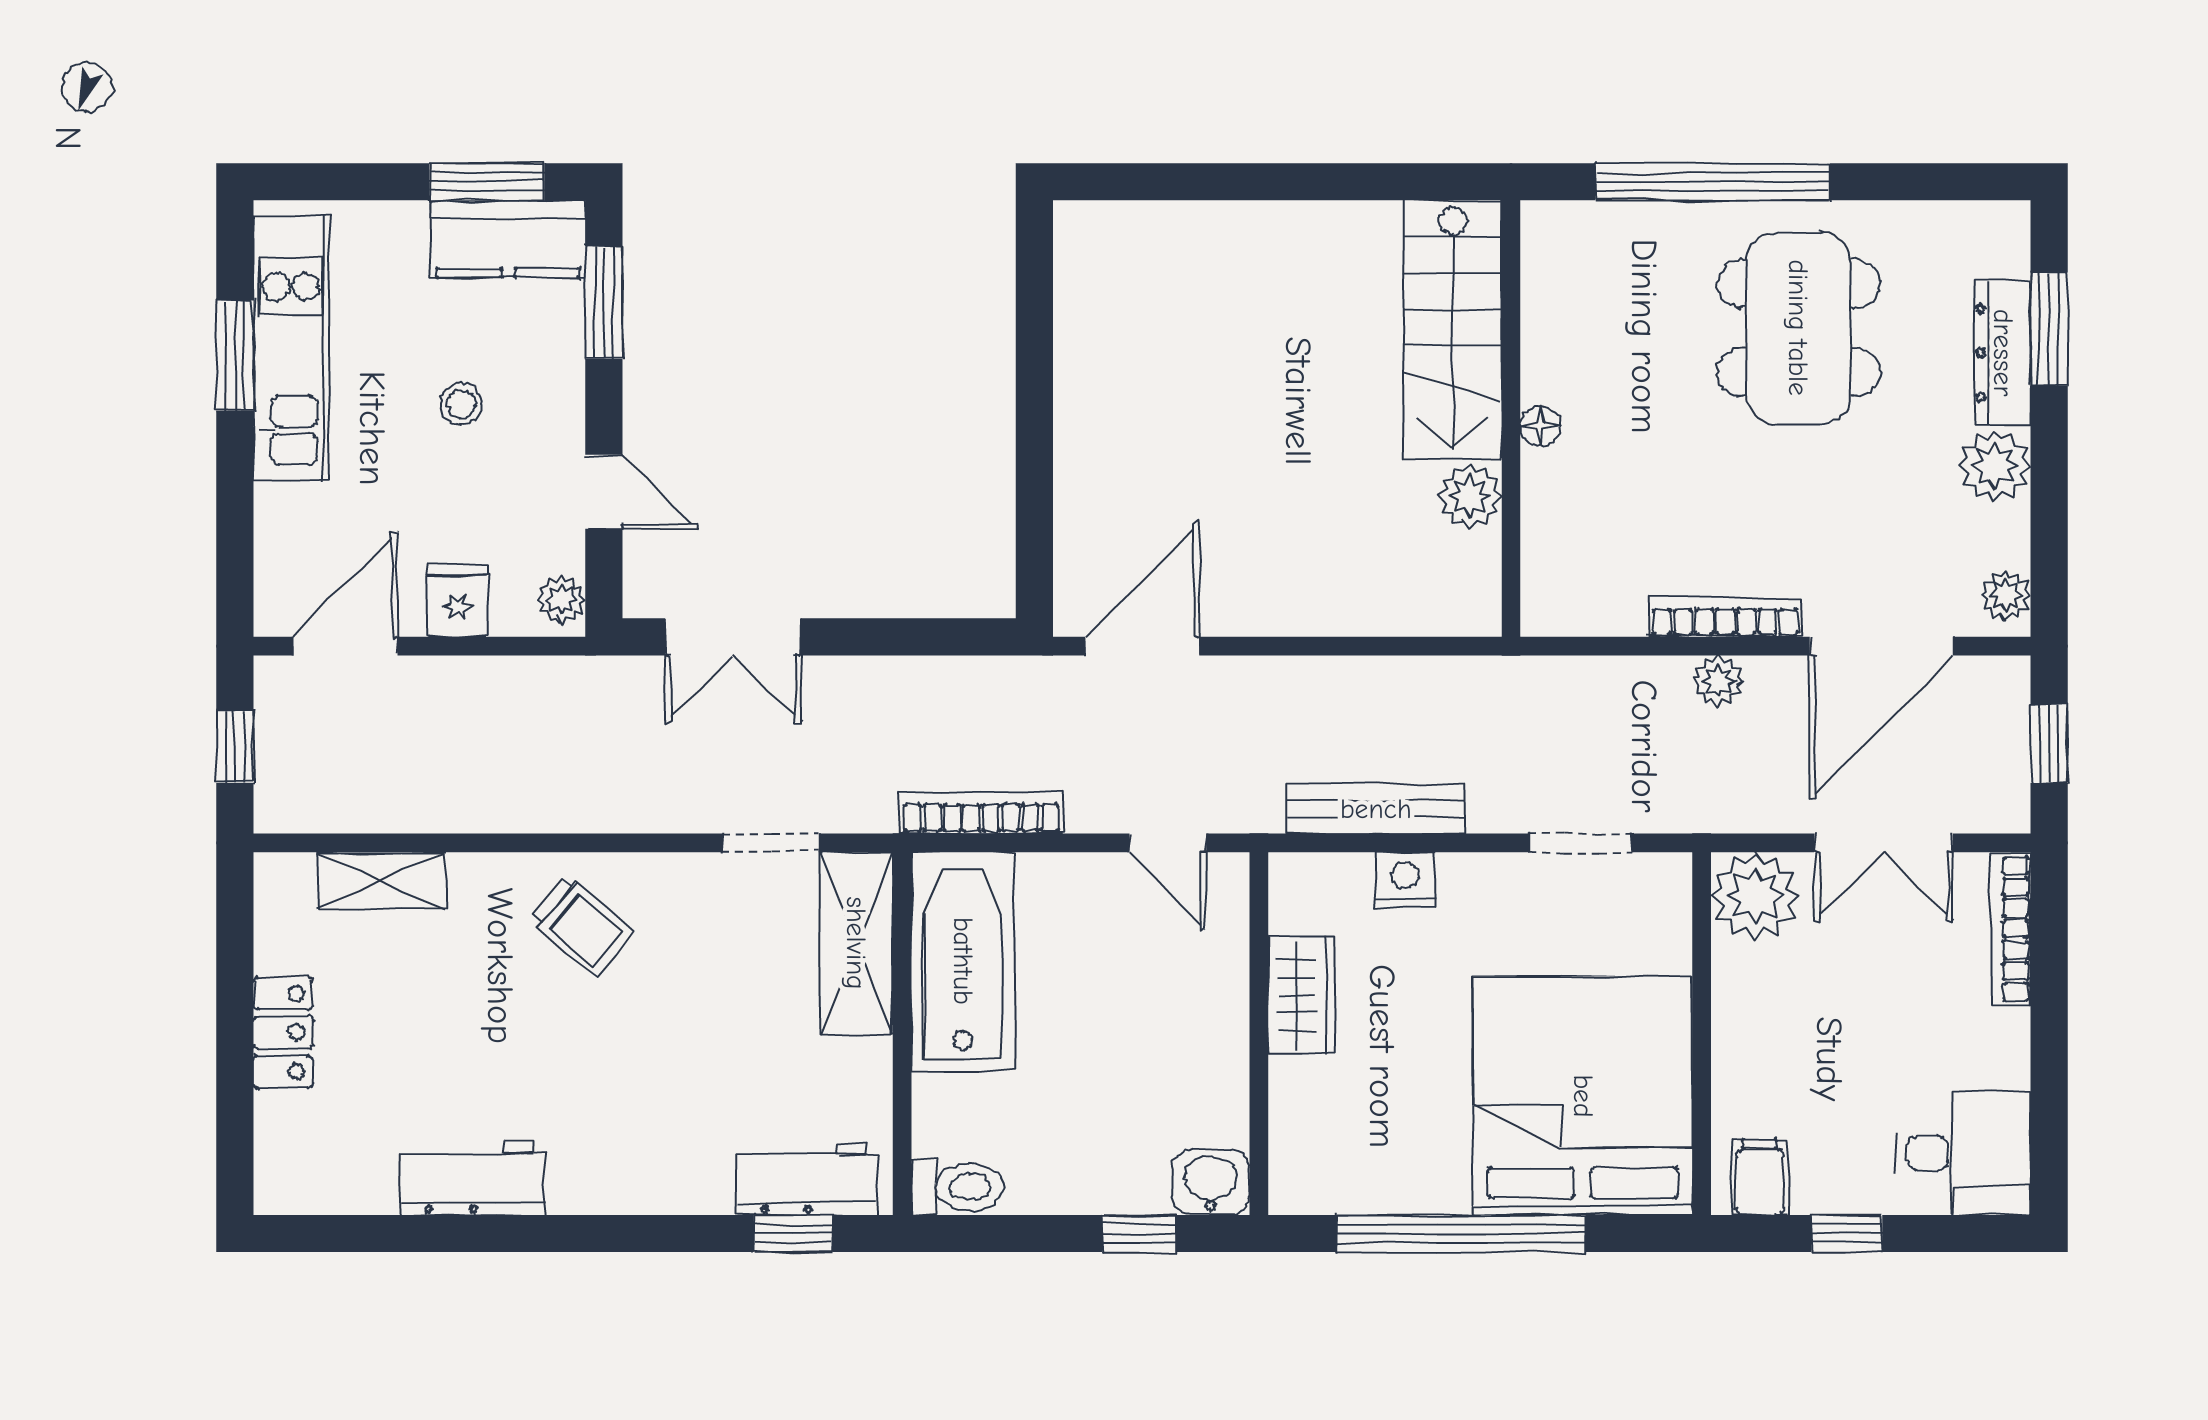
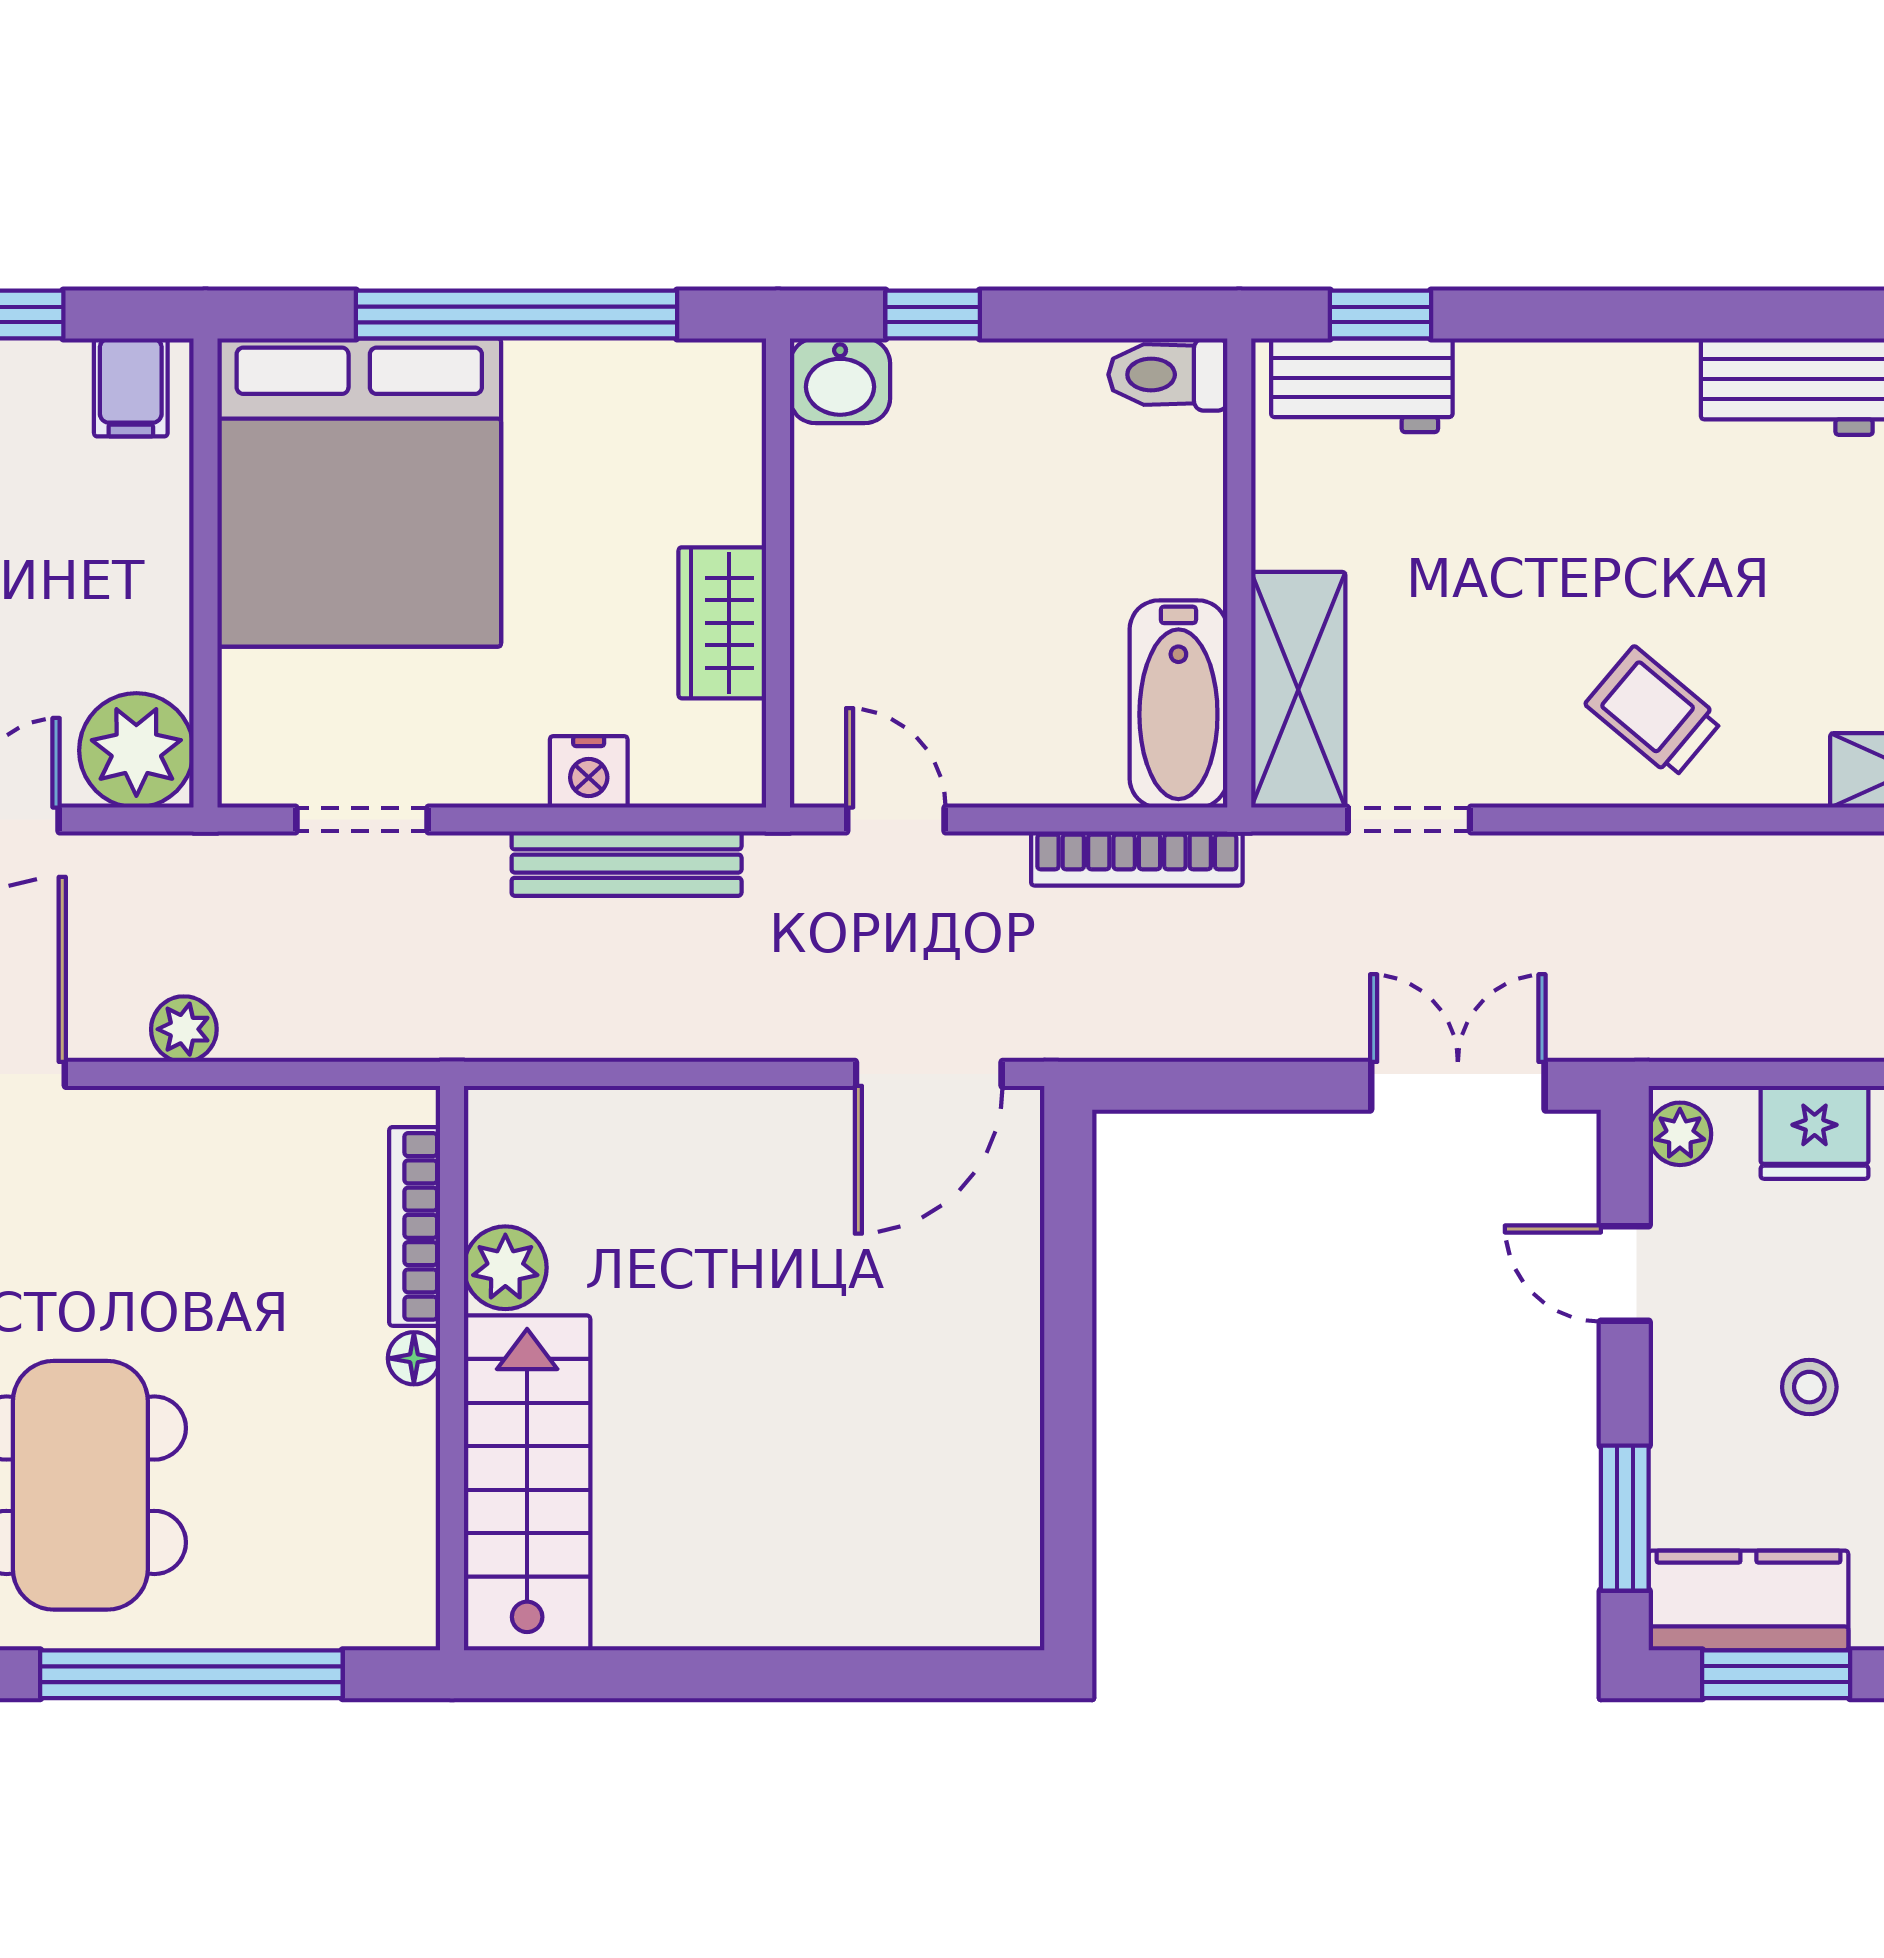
fridge: (457, 601) -> (1815, 1132), width x1.38
bookcase: (1725, 617) -> (415, 1226), moved, turned 90
bathtub: (963, 961) -> (1178, 704), width x0.73, depth x0.73

